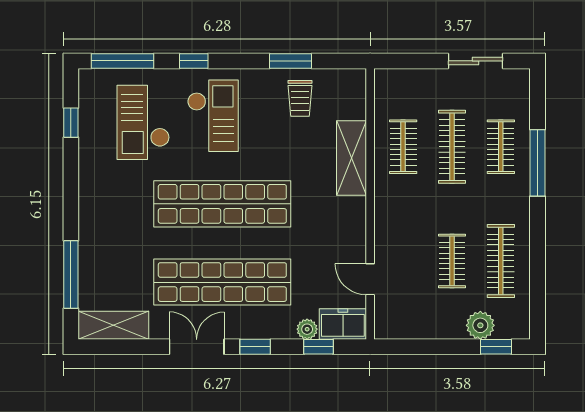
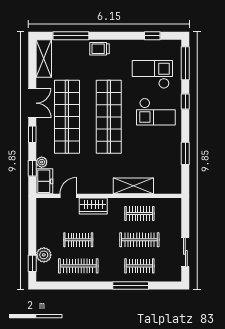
trolley: (300, 98) -> (99, 49), moved
wardrobe: (389, 233) -> (93, 206), added

